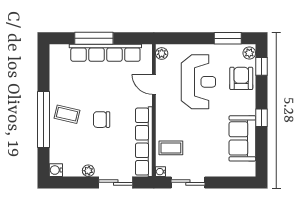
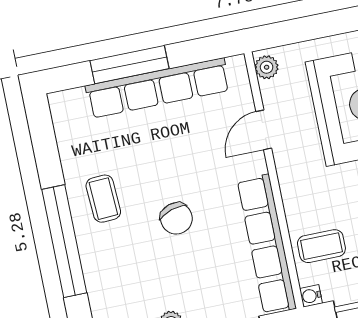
door: (154, 84) -> (264, 130), hinge flipped
coffee table: (67, 114) -> (103, 199), moved, turned 74
chair: (102, 120) -> (176, 218), turned -107

